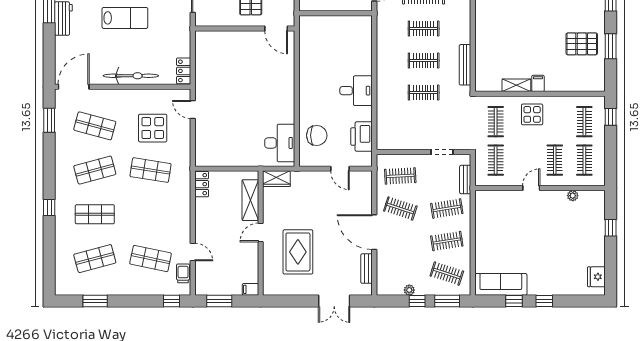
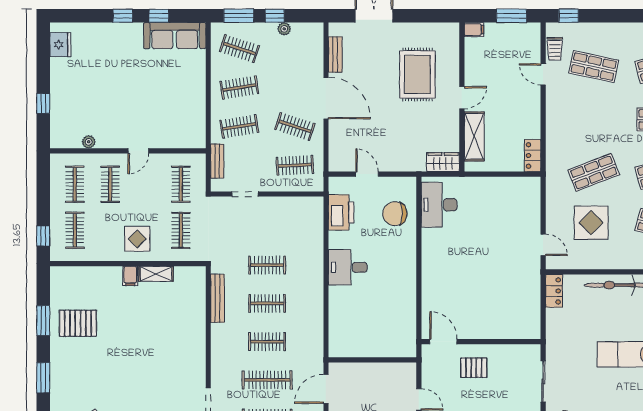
shop shelf: (151, 170) -> (594, 172), turned -30

